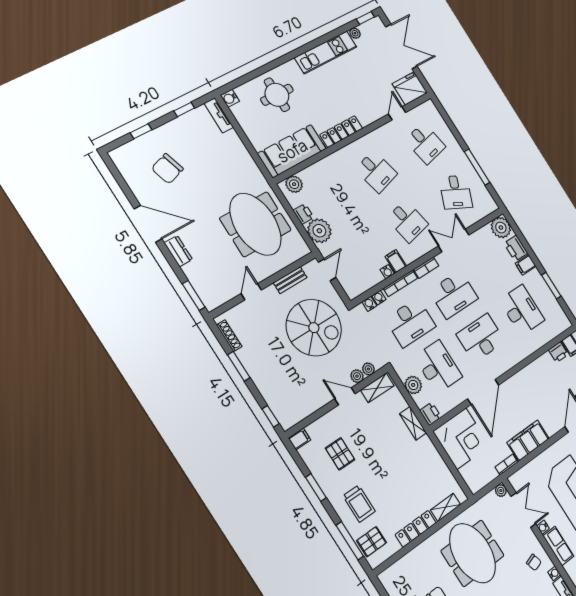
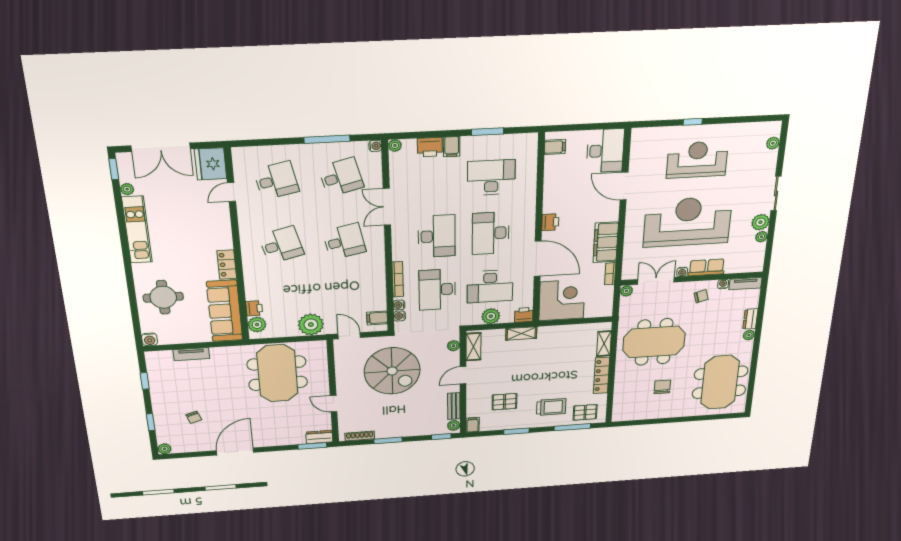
double door: (401, 47) -> (161, 147), swing flipped
door: (397, 113) -> (232, 192), hinge flipped
tv unit: (219, 115) -> (191, 354), moved
locker: (341, 132) -> (227, 265), width x0.66
plant: (116, 156) -> (165, 449), added
chair: (167, 169) -> (194, 417), width x0.54, depth x0.54
desk: (456, 192) -> (341, 177), turned -39
printer: (303, 214) -> (254, 308), moved, turned 90
meeting table: (255, 224) -> (277, 373), turned 90
plant: (501, 228) -> (395, 145), width x0.53, depth x0.53
dresser: (178, 251) -> (319, 437), moved
filing cabinet: (396, 261) -> (377, 318), moved
bookcase: (426, 268) -> (397, 248), removed
water cooler: (387, 272) -> (375, 146), moved
bench: (290, 280) -> (454, 406), moved
desk: (410, 323) -> (437, 290), turned 180
spiral stairs: (314, 328) -> (392, 371), turned 90
printer: (558, 352) -> (550, 222), moved
desk: (438, 367) -> (490, 286), turned 180
plant: (357, 376) -> (454, 425), moved
pallet: (372, 542) -> (585, 412), turned 90

